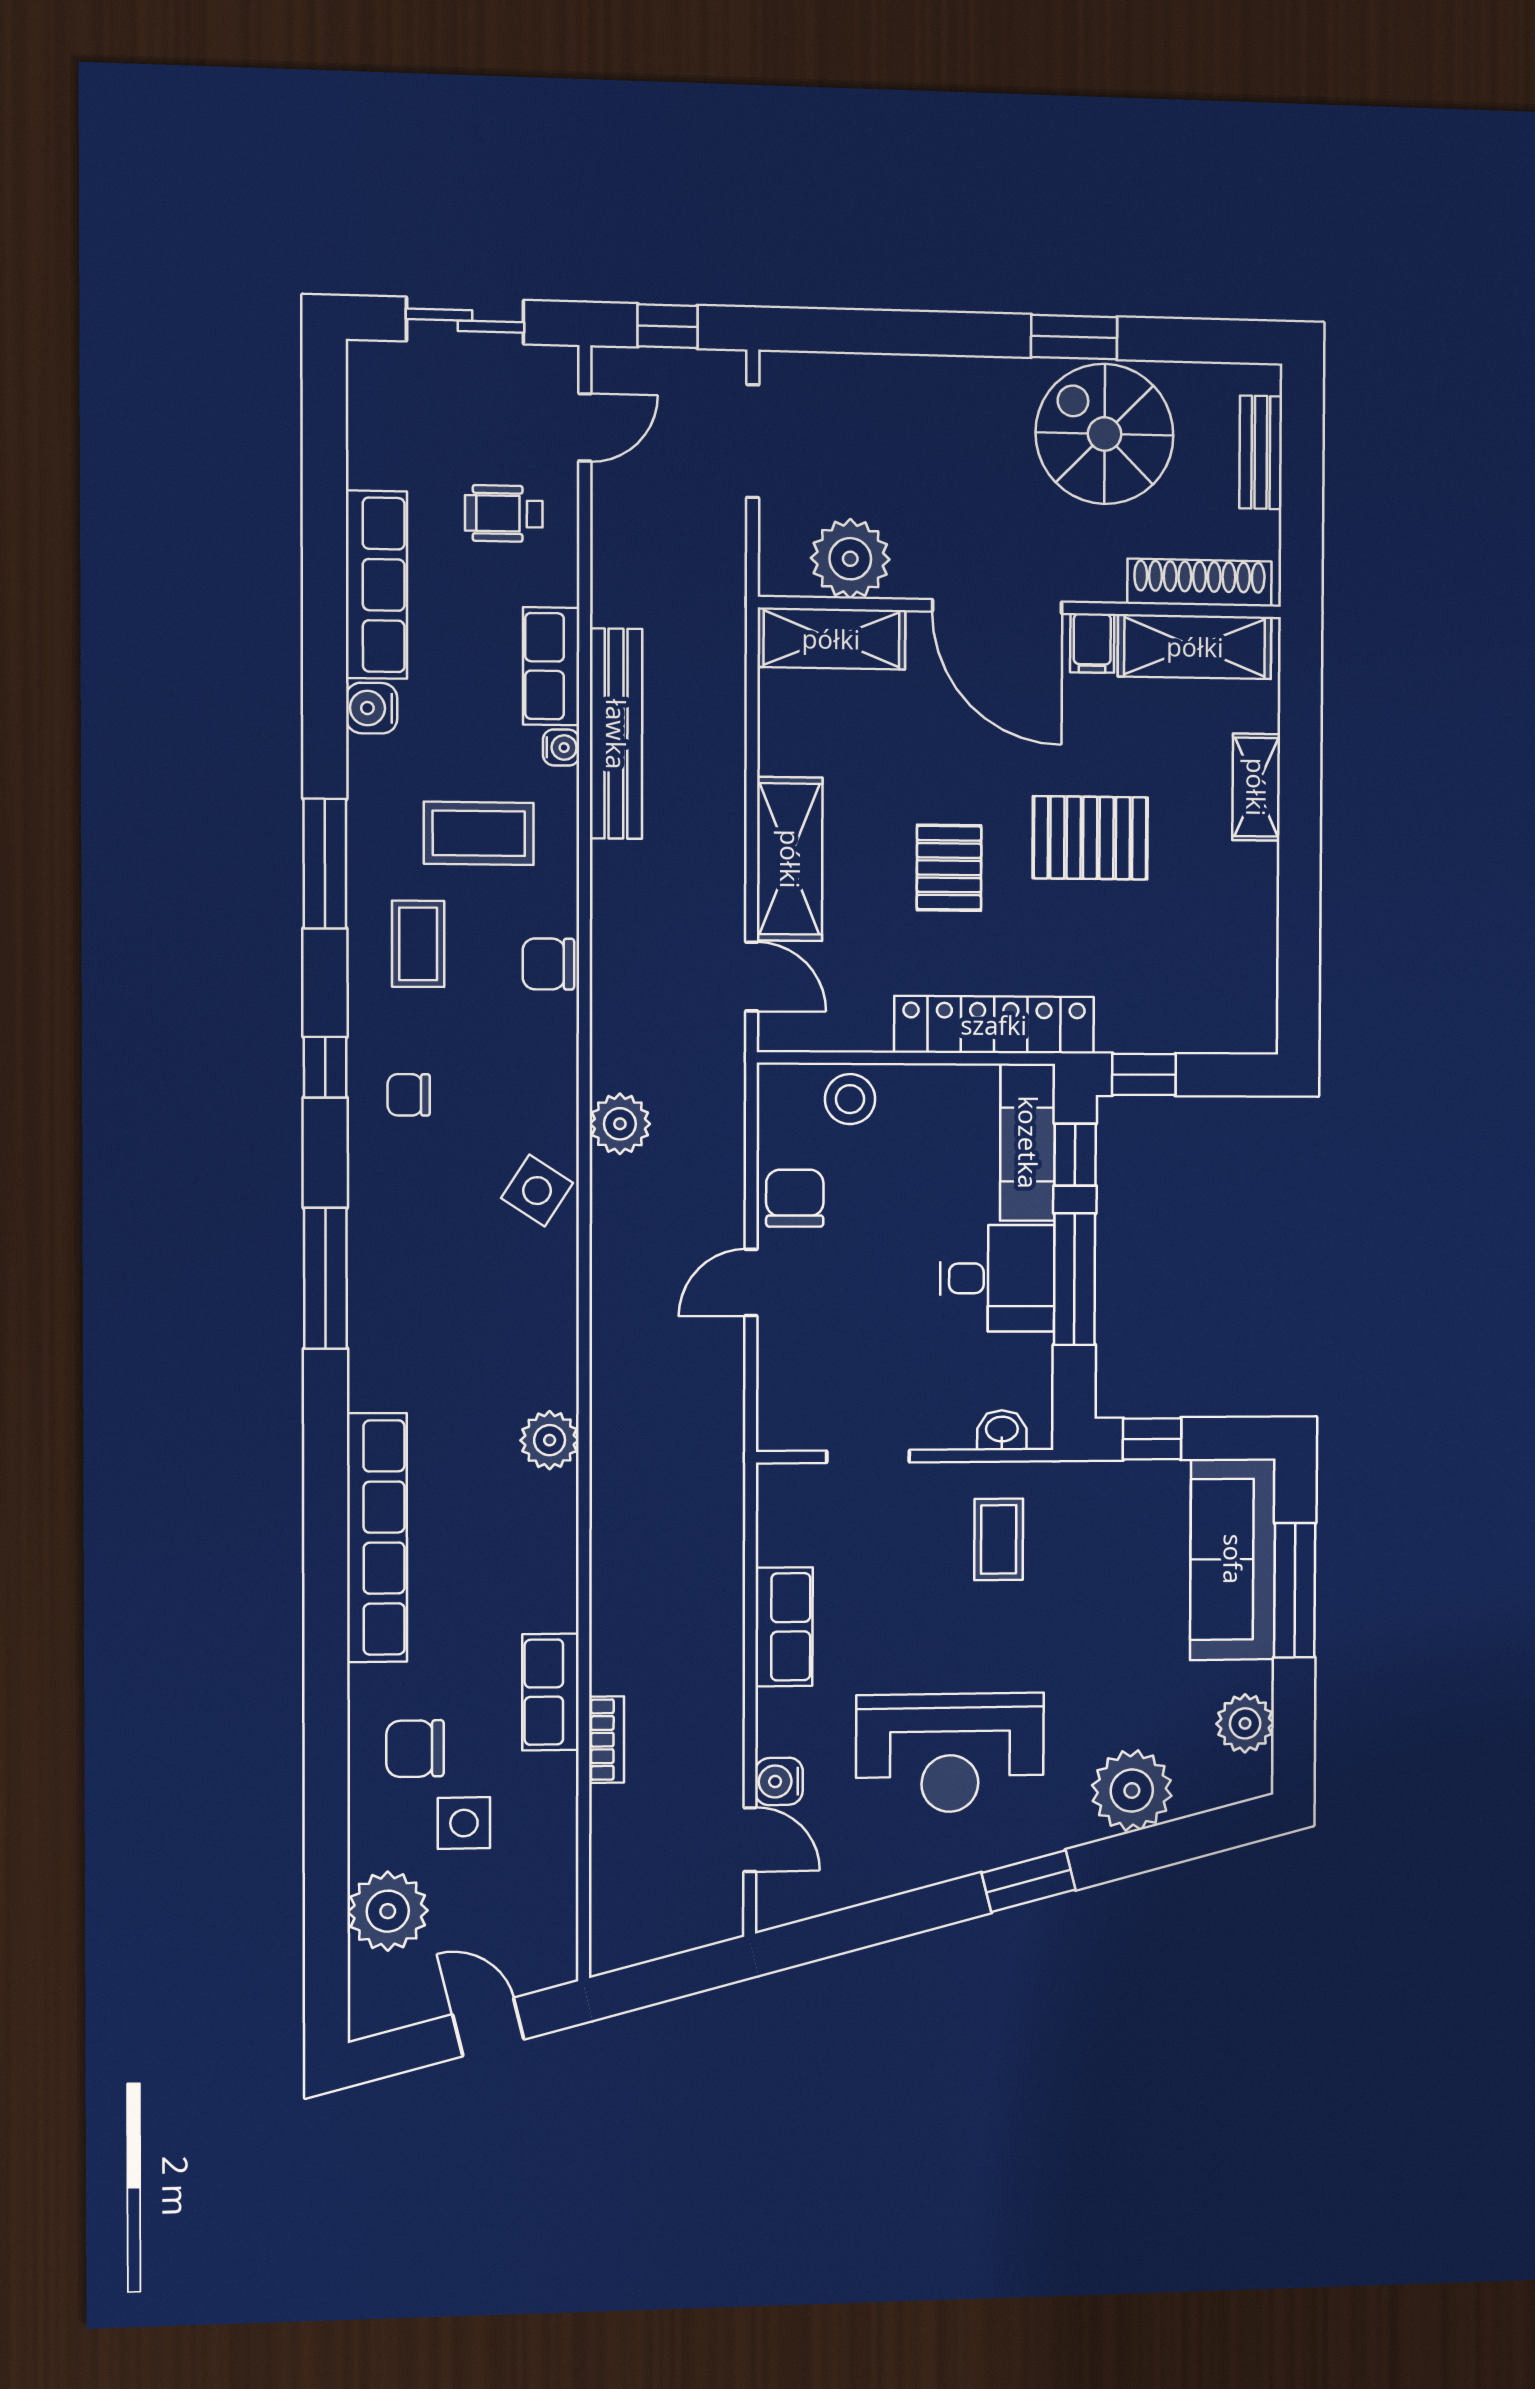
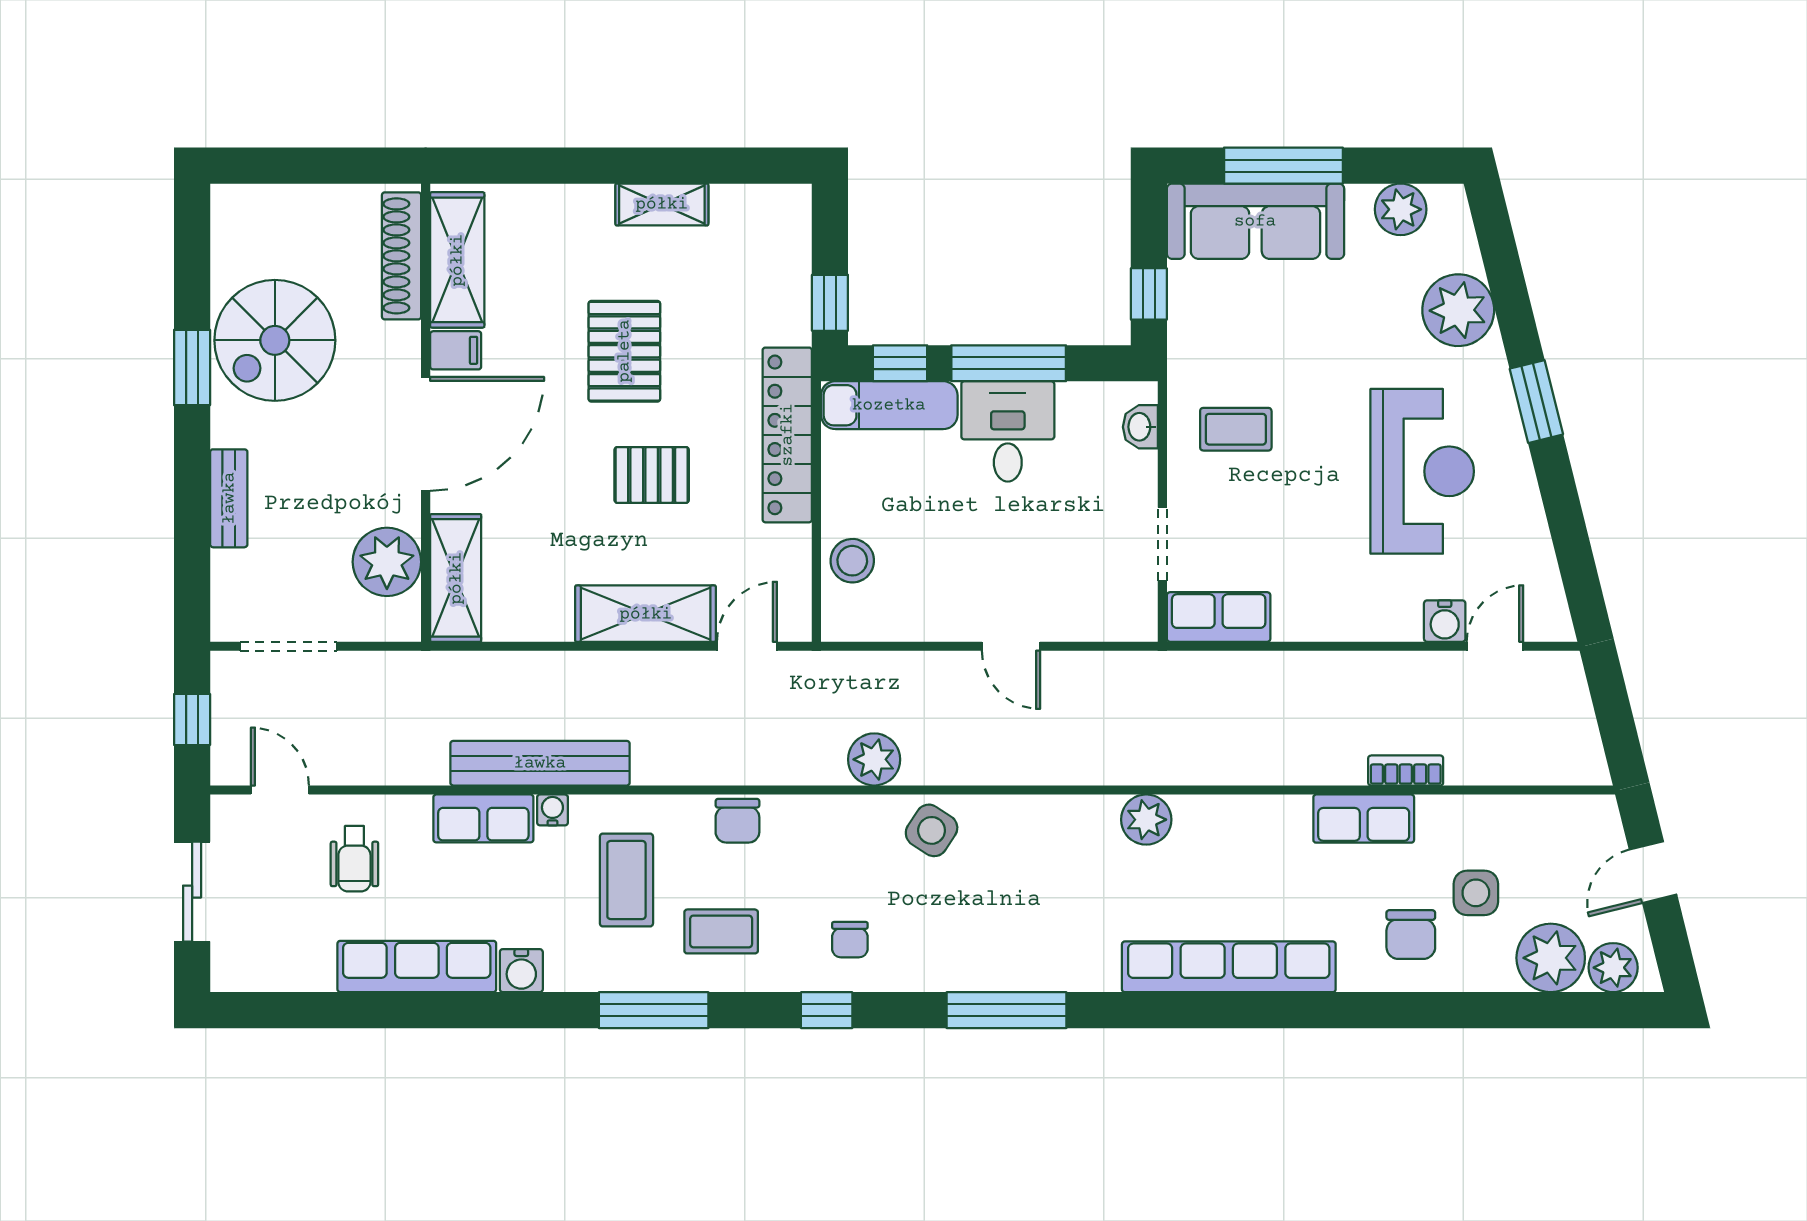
bench: (1261, 452) -> (229, 498), moved, turned 90
shelving: (1256, 787) -> (662, 204), moved
chair: (795, 1198) -> (938, 608), removed
row of seats: (784, 1627) -> (1219, 617), moved
plant: (376, 1984) -> (1613, 968), added

